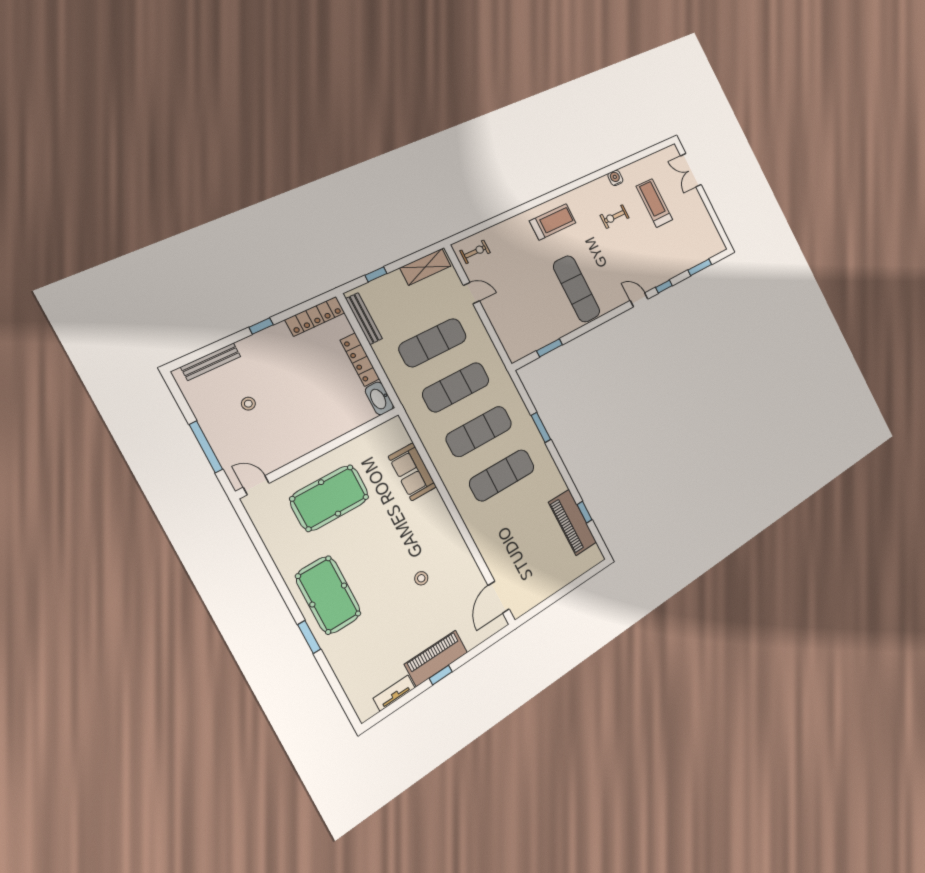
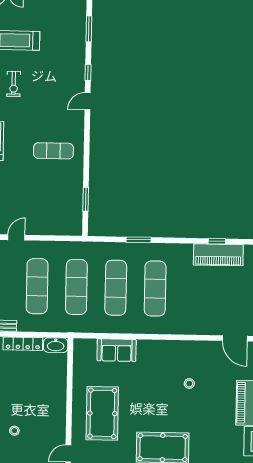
exercise mat: (577, 289) -> (53, 151), width x0.73, depth x0.69

